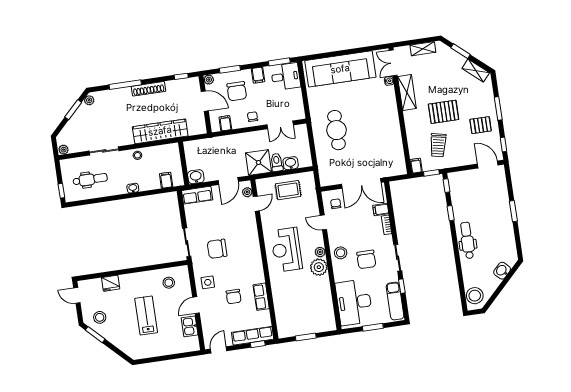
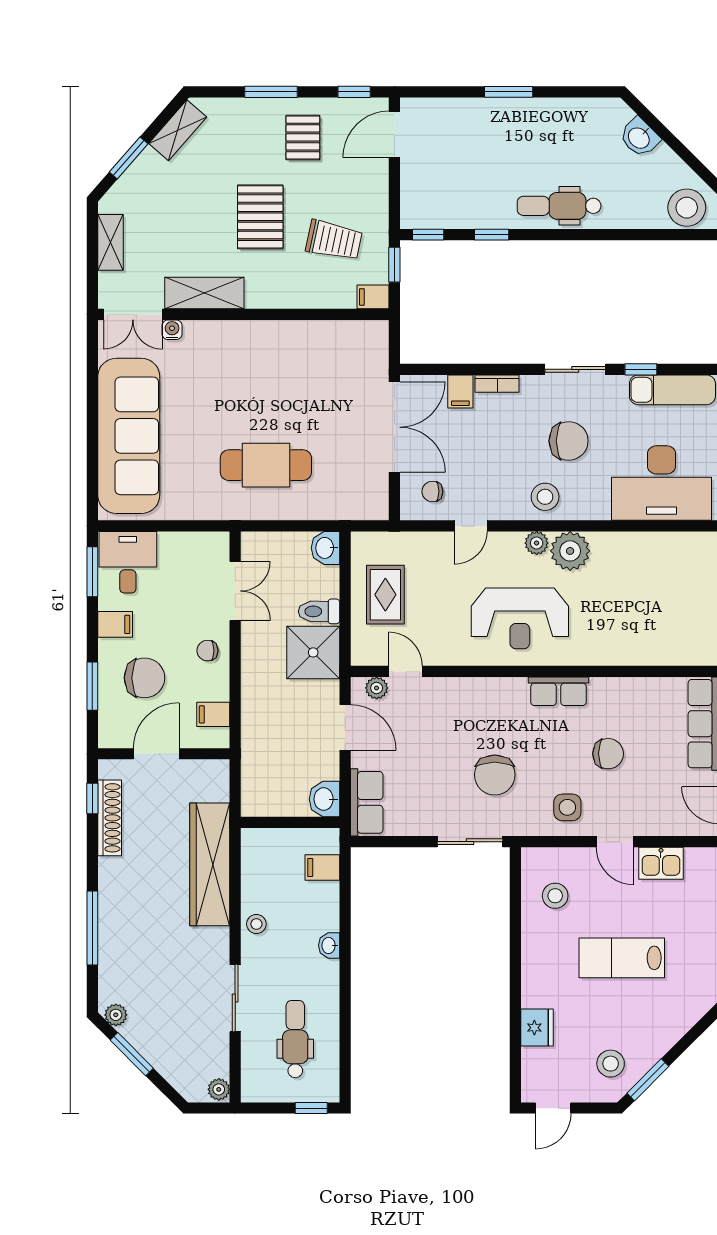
plant: (209, 80) -> (109, 737), removed
shoe rack: (149, 89) -> (110, 818), moved
washbasin: (291, 163) -> (325, 548), moved
row of seats: (261, 297) -> (559, 691), moved

